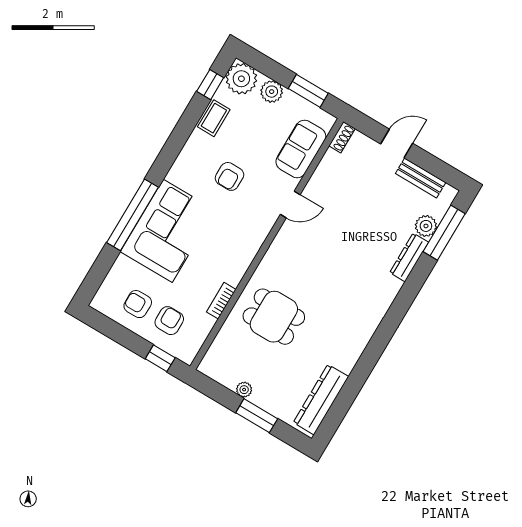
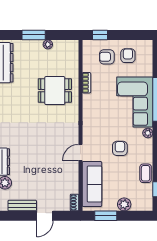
plant: (241, 79) -> (148, 133), moved, width x0.53, depth x0.53
sofa: (301, 149) -> (92, 184), width x1.36
armchair: (138, 304) -> (128, 56), turned -90
armchair: (169, 321) -> (107, 57), turned 90

